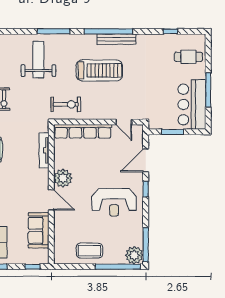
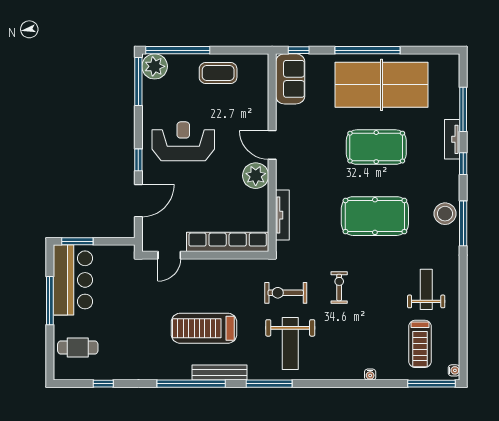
bench: (116, 39) -> (220, 372), moved
exercise bike: (66, 104) -> (286, 293), moved
door: (124, 122) -> (169, 255), swing flipped
window: (173, 132) -> (77, 241), moved
sofa: (39, 230) -> (290, 79), moved

